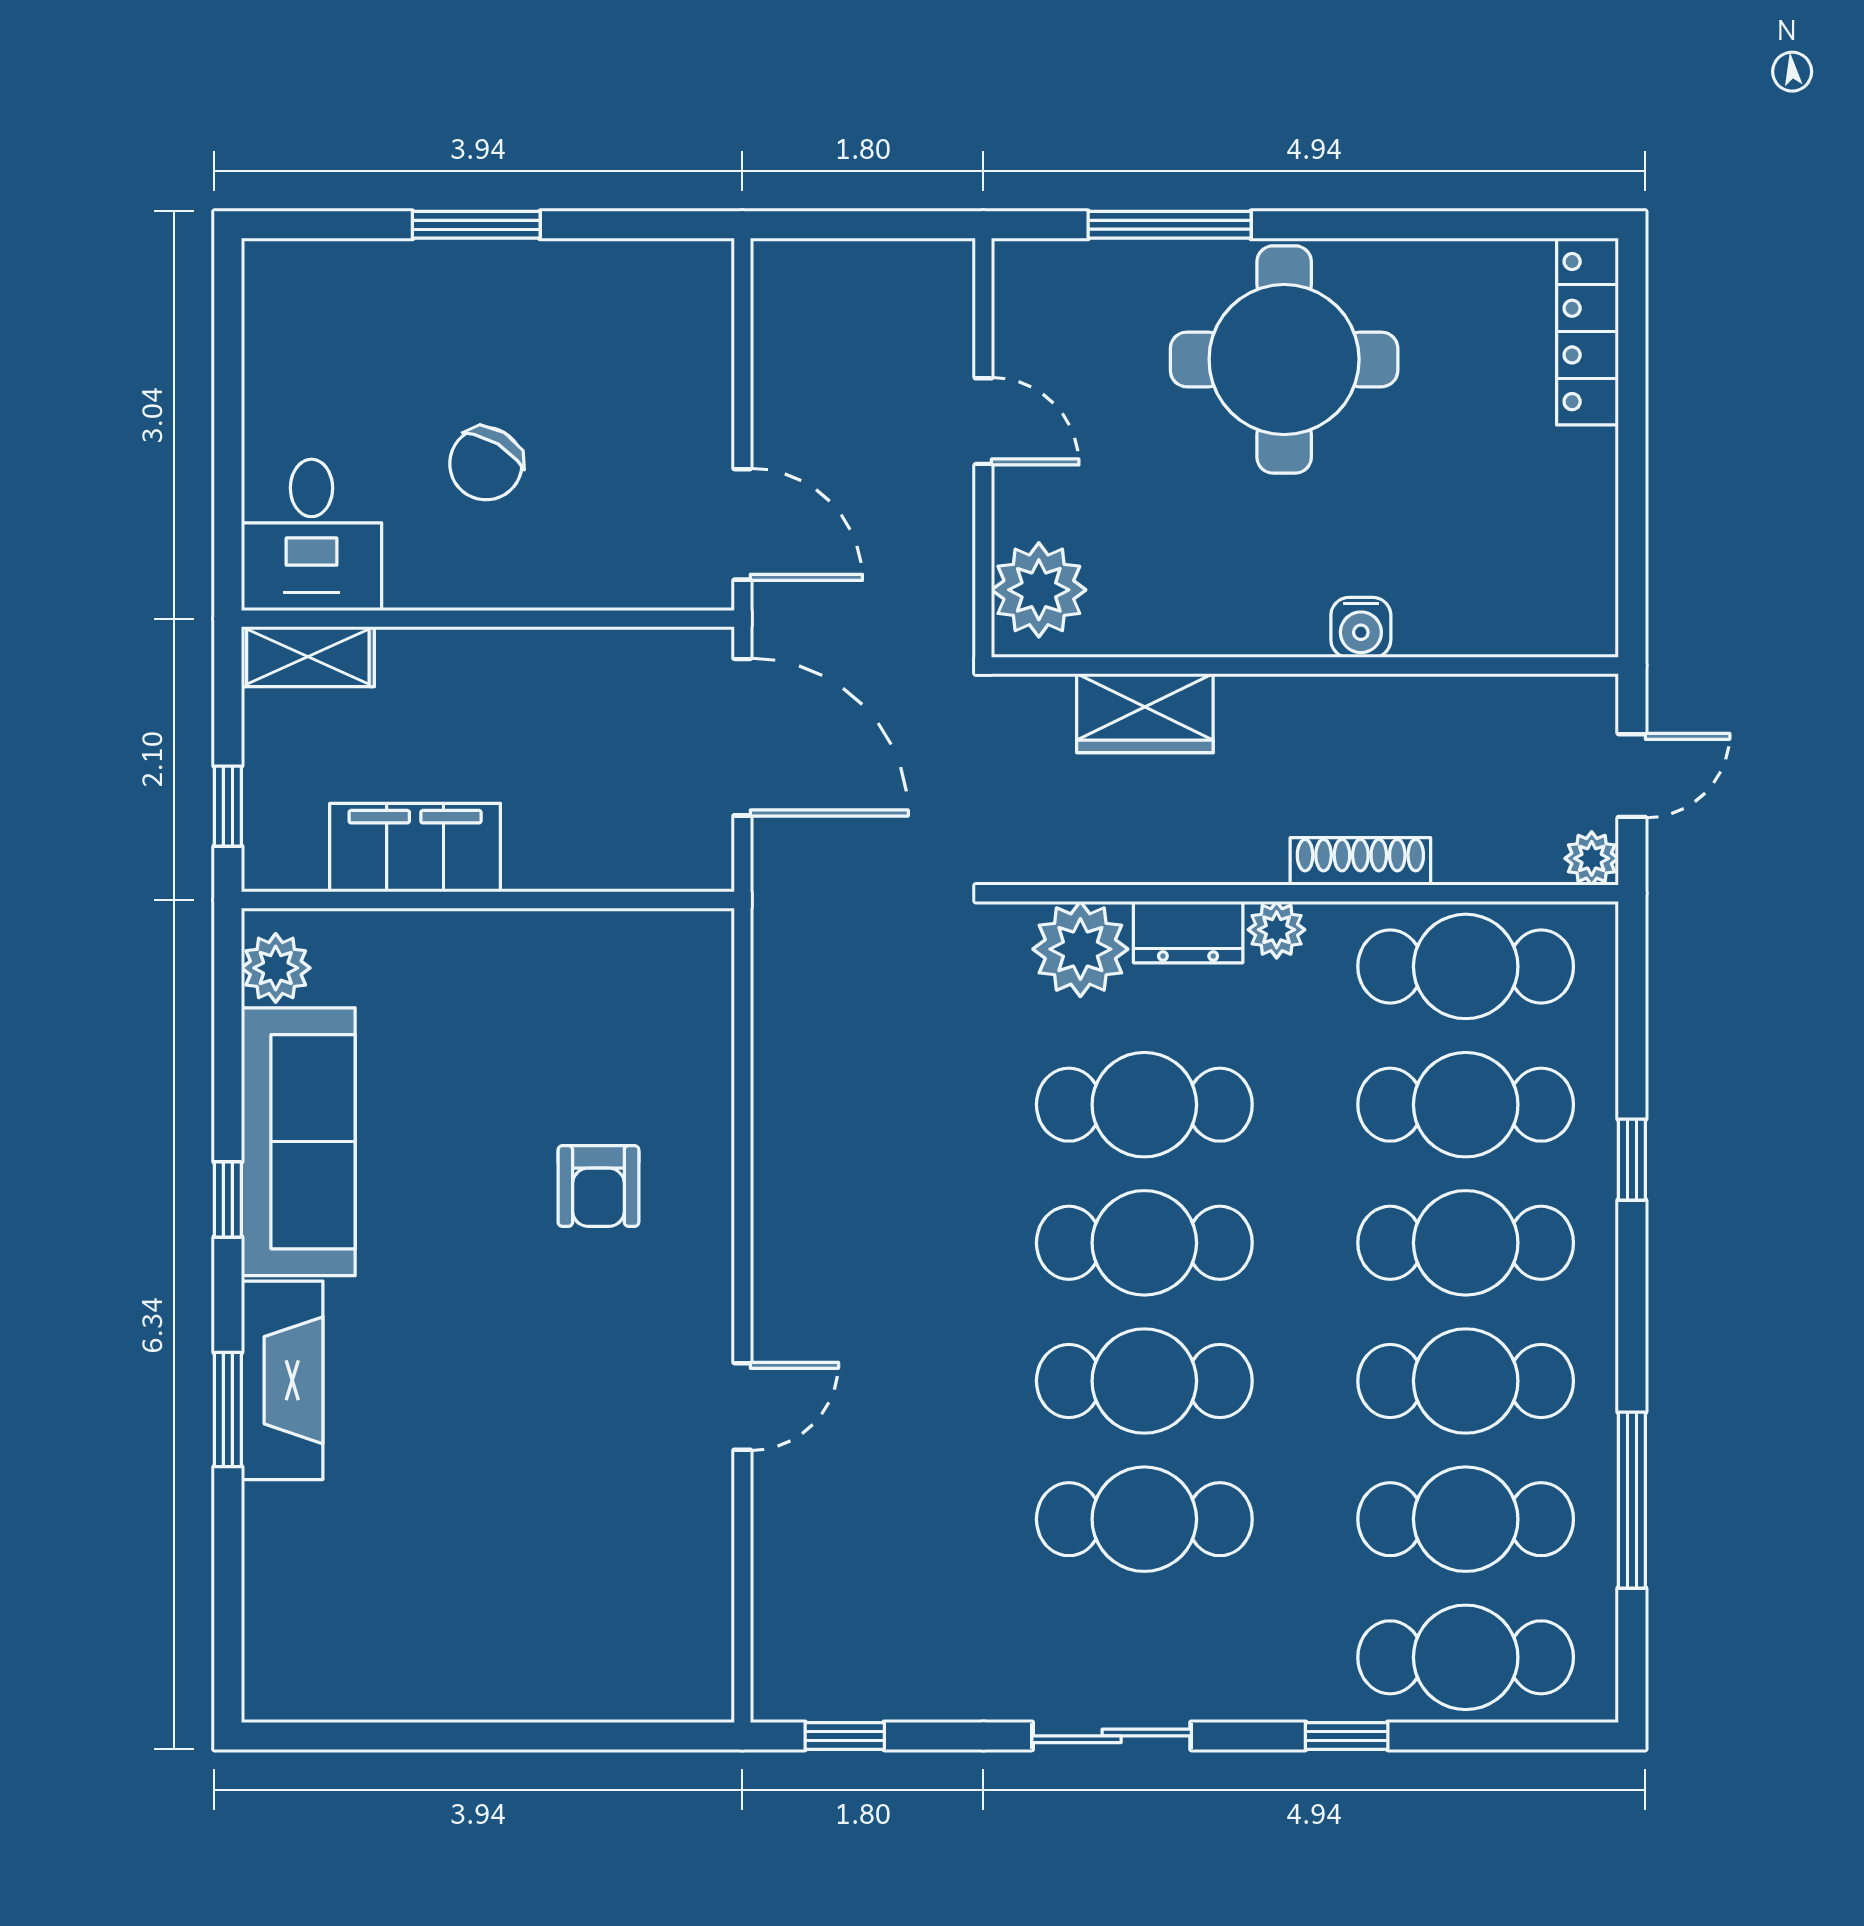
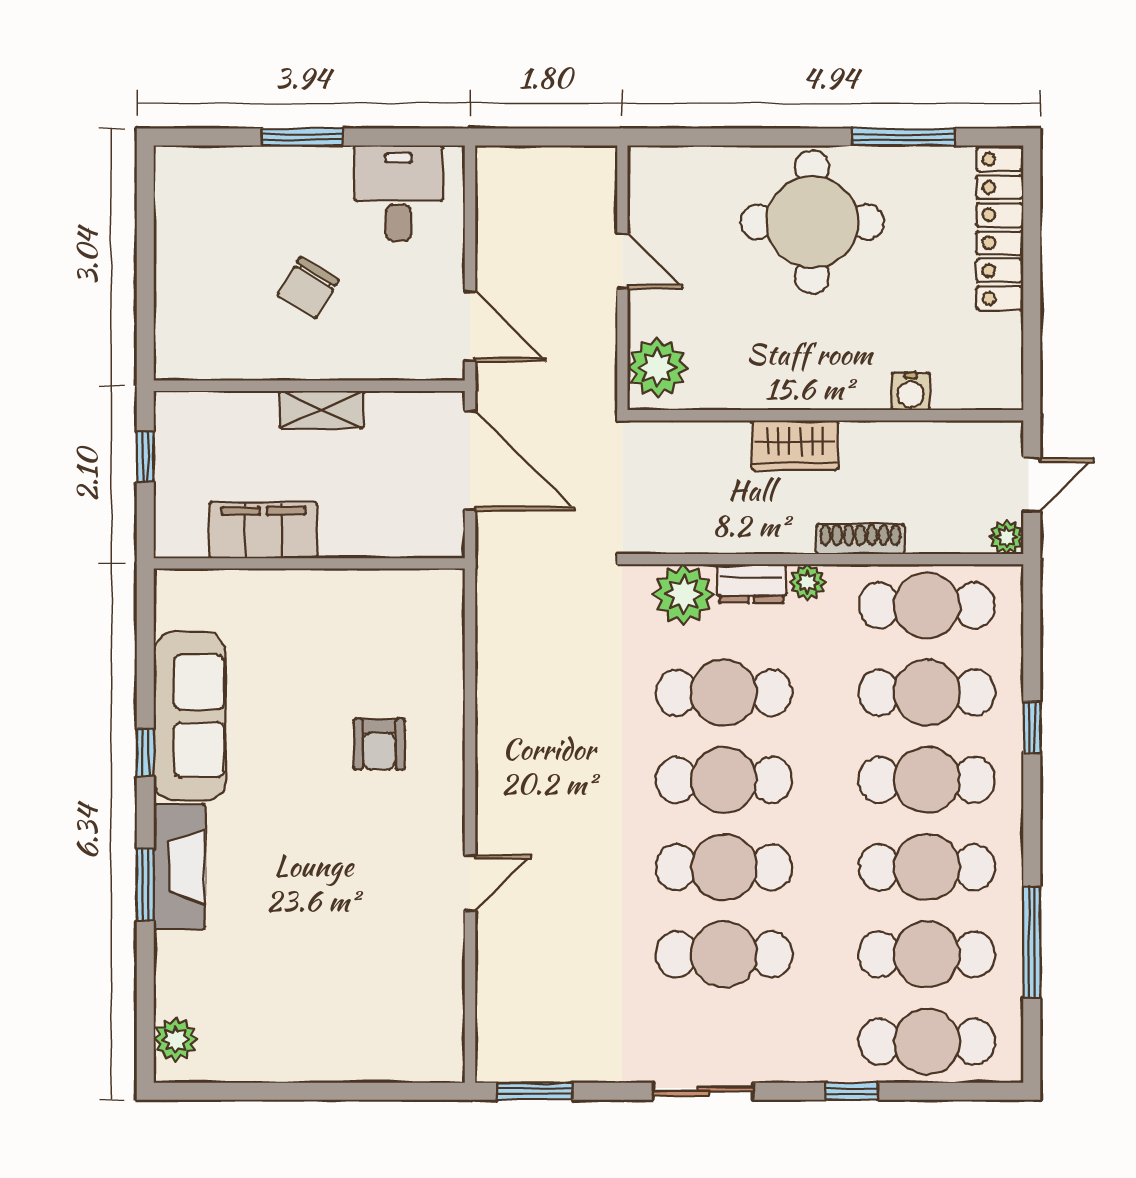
window: (1170, 225) -> (903, 137), moved
locker: (1588, 332) -> (1000, 229), width x1.41, depth x1.21
desk: (311, 535) -> (398, 193), moved, turned 180
water cooler: (1361, 627) -> (911, 391), moved
shelving: (308, 657) -> (322, 410), moved
wardrobe: (1145, 713) -> (795, 445), moved
window: (228, 806) -> (145, 457), moved
plant: (276, 968) -> (175, 1039), moved
window: (845, 1736) -> (535, 1091), width x1.50

